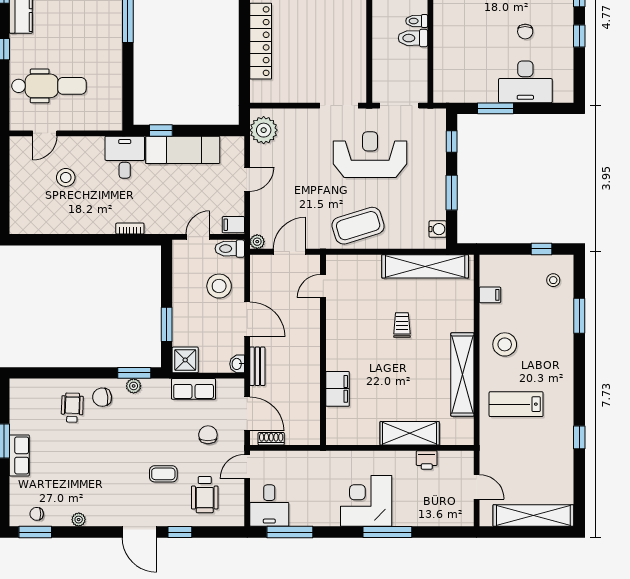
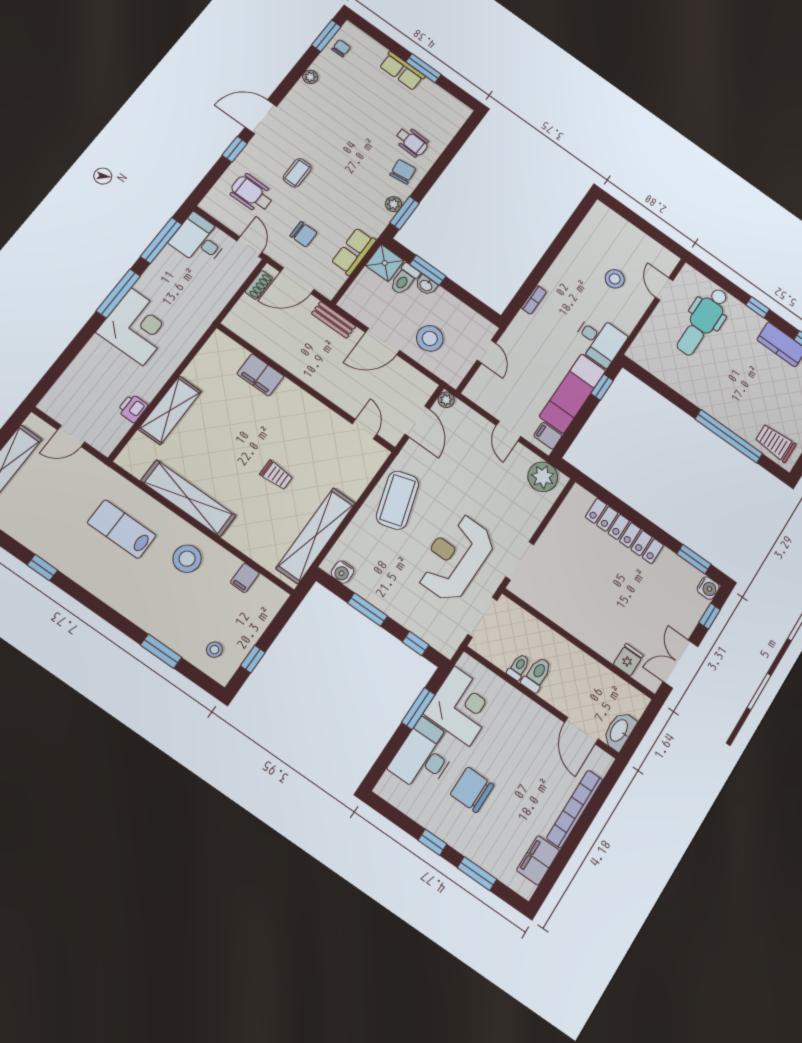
toilet: (417, 21) -> (518, 667), moved
chair: (525, 32) -> (472, 790), width x1.87, depth x1.87
corner desk: (472, 78) -> (462, 706), added
reception desk: (370, 155) -> (455, 558), turned 180
filing cabinet: (233, 225) -> (548, 436), moved, turned -90
toilet: (230, 249) -> (404, 279), moved, turned 180
washbasin: (237, 364) -> (426, 285), moved, turned 180
lab bench: (516, 404) -> (122, 529), turned -90
window: (387, 532) -> (118, 293), moved

